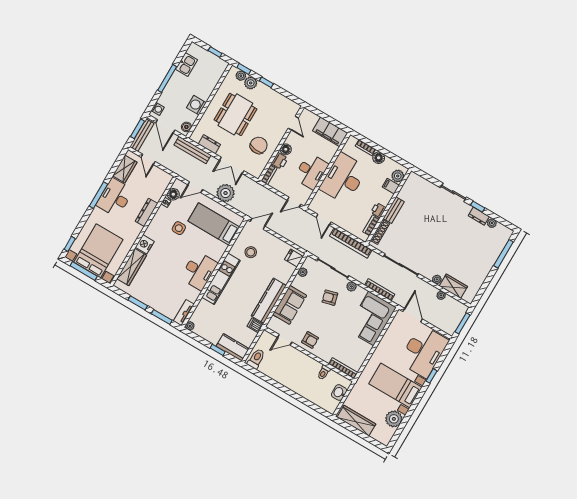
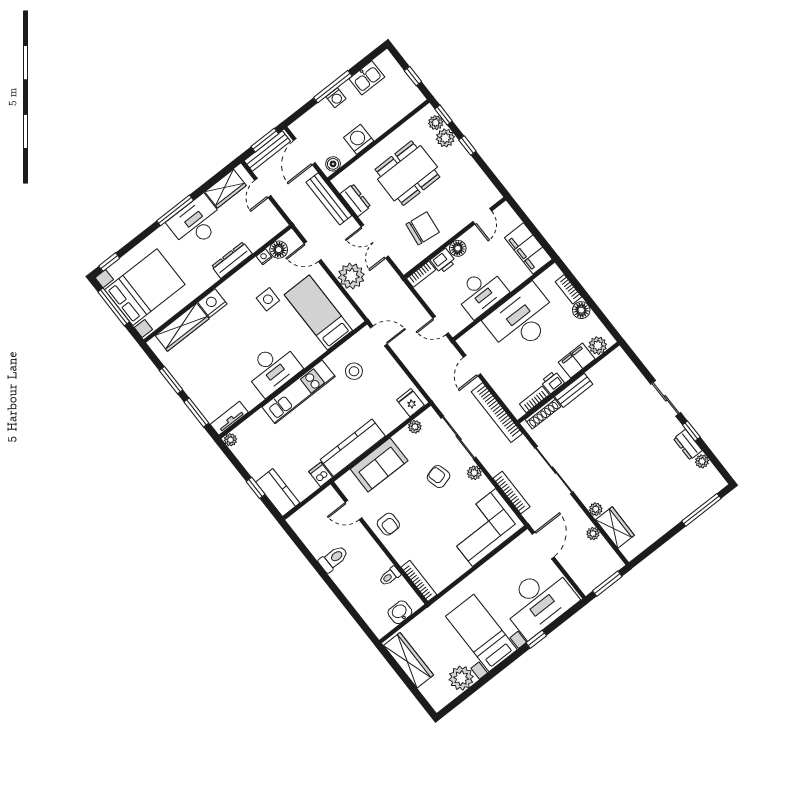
washing machine: (158, 109) -> (336, 98), moved
filing cabinet: (391, 186) -> (577, 361), width x2.00
toilet: (256, 359) -> (334, 559), moved

